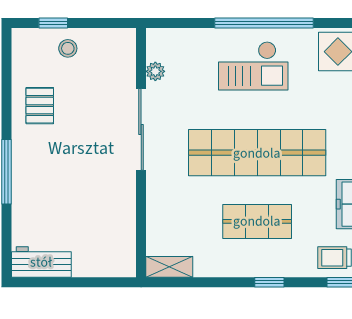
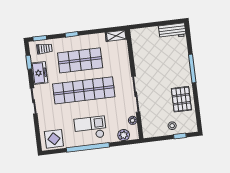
plant: (180, 41) -> (124, 135), added
pallet: (40, 106) -> (181, 99), width x1.50, depth x1.42
shop shelf: (257, 221) -> (80, 60), width x1.43, depth x1.36

